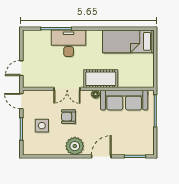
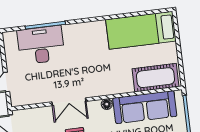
desk: (69, 43) -> (41, 45), moved
cot: (101, 79) -> (155, 78), moved

